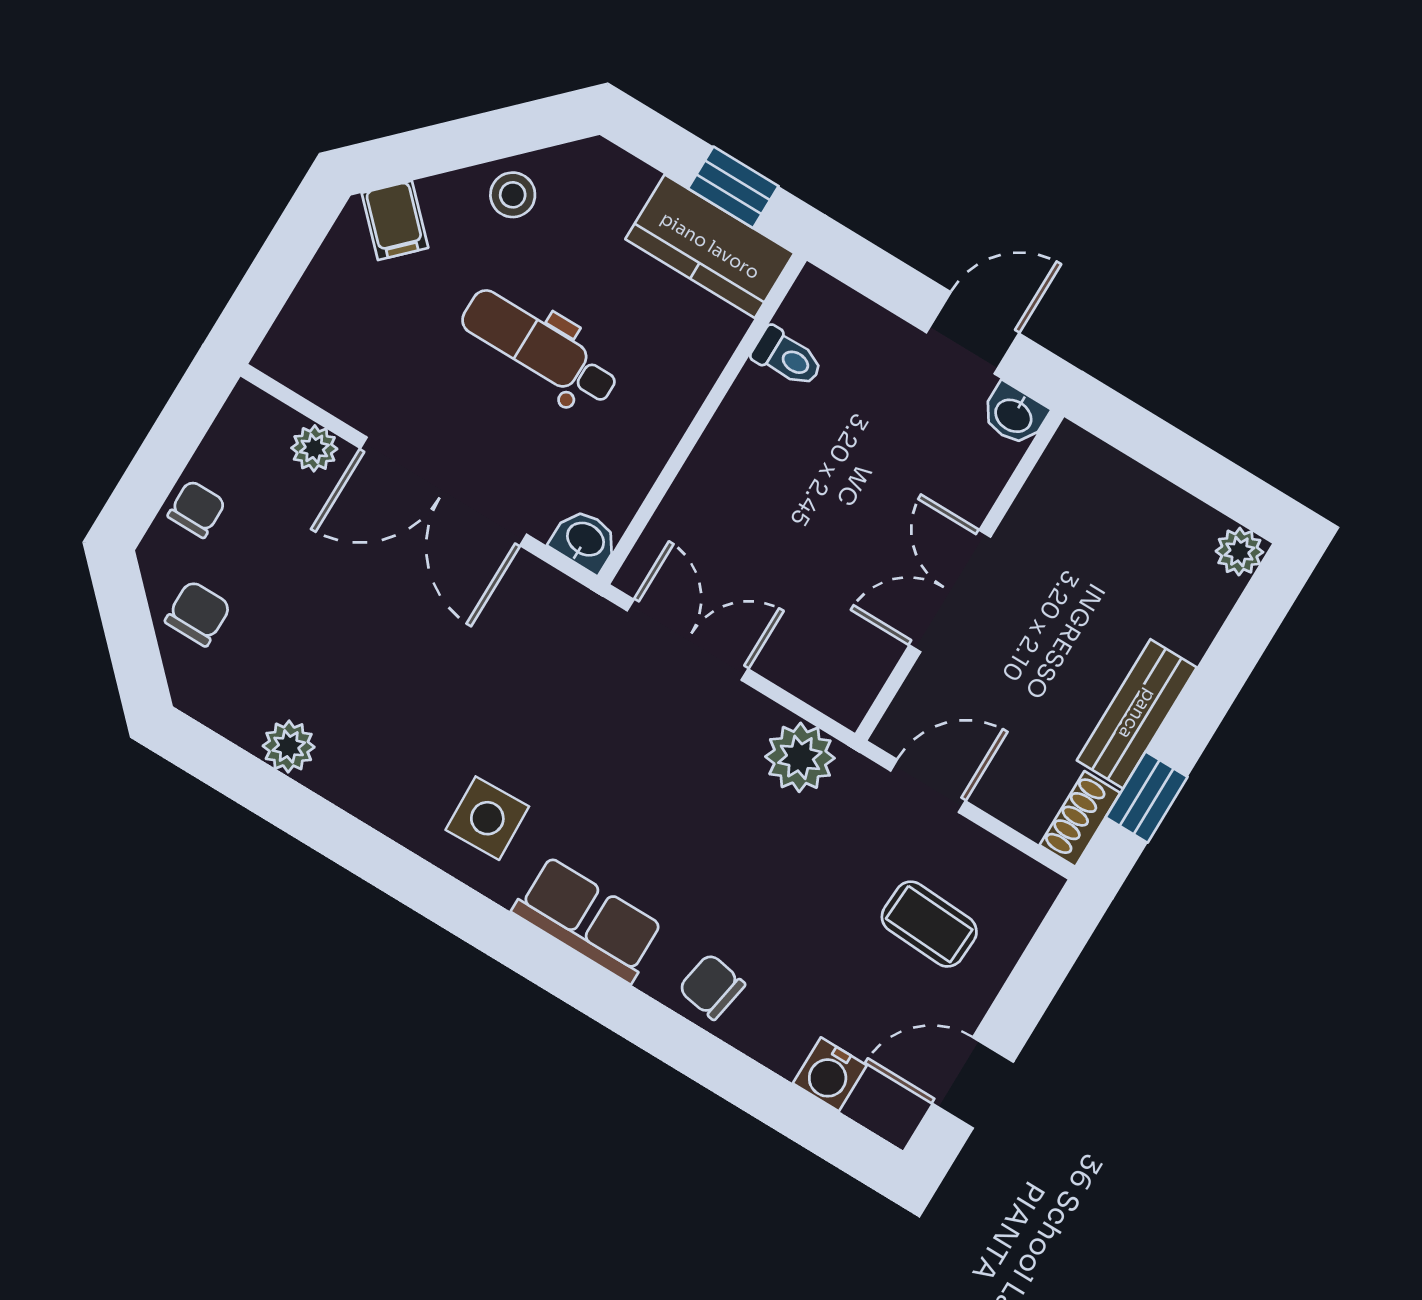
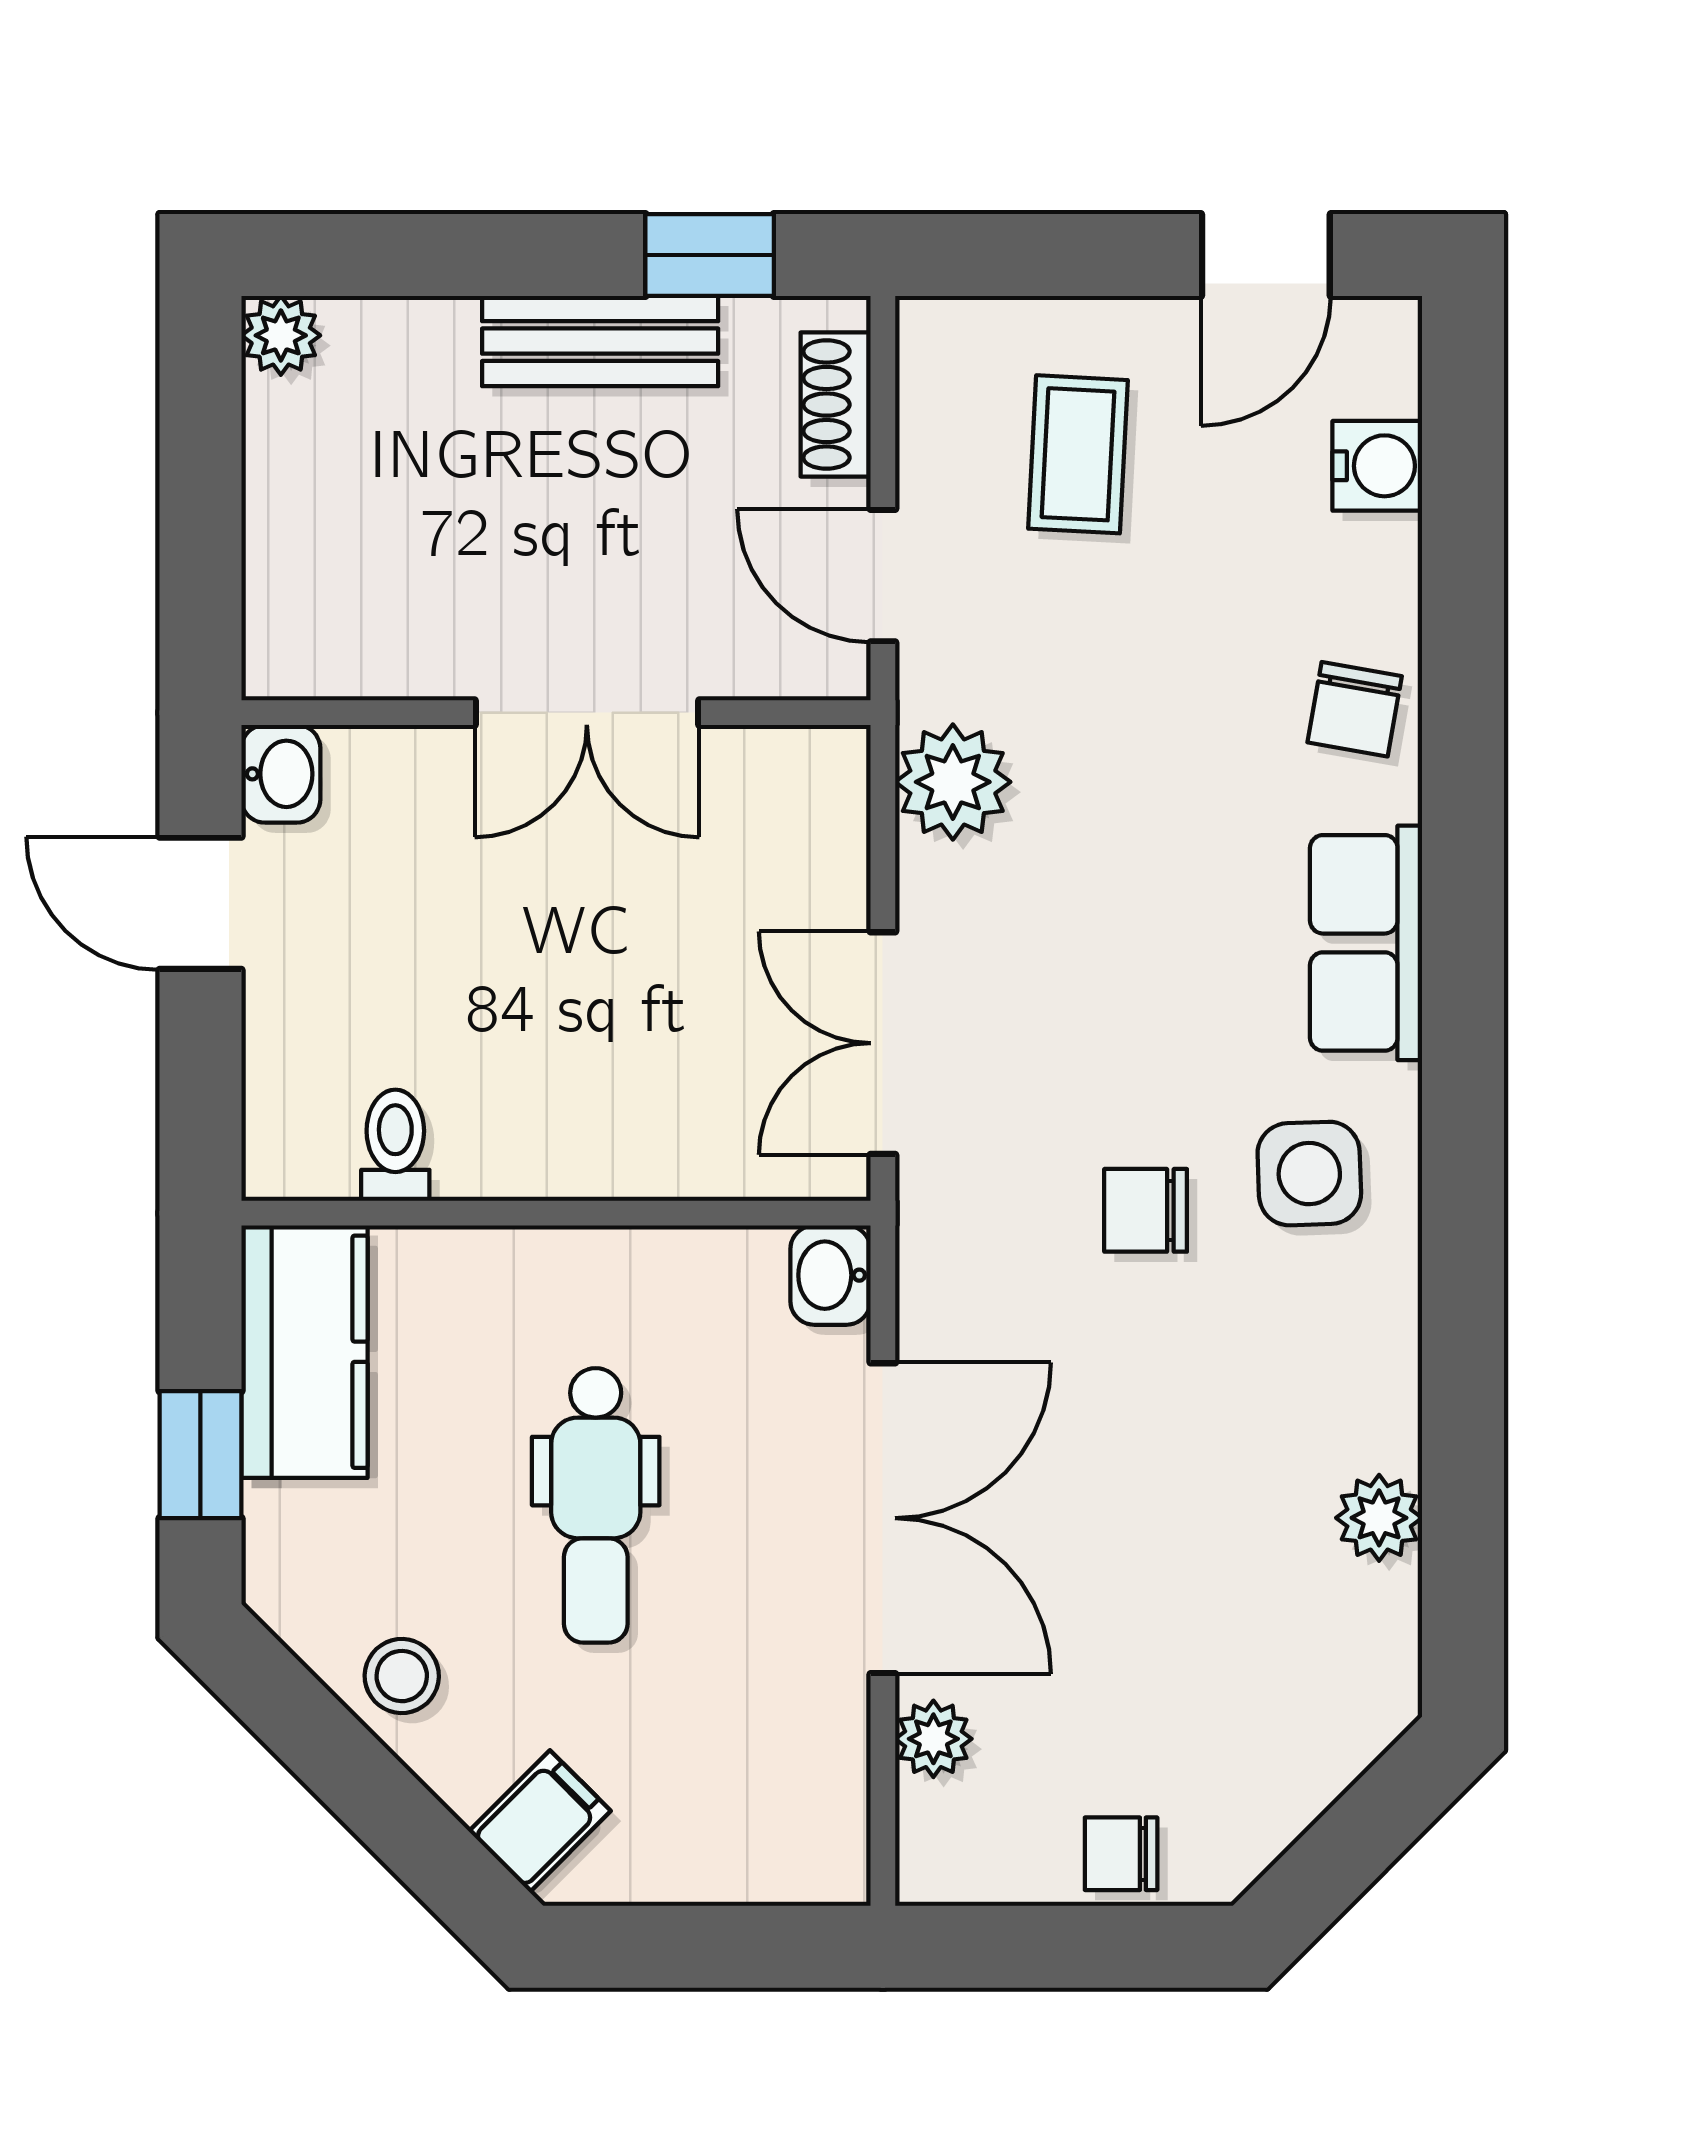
window: (733, 187) -> (200, 1455), moved
chair: (198, 613) -> (1146, 1210), moved
shoe rack: (1080, 819) -> (836, 405), moved, turned 90
door: (973, 1083) -> (1266, 255), hinge flipped

